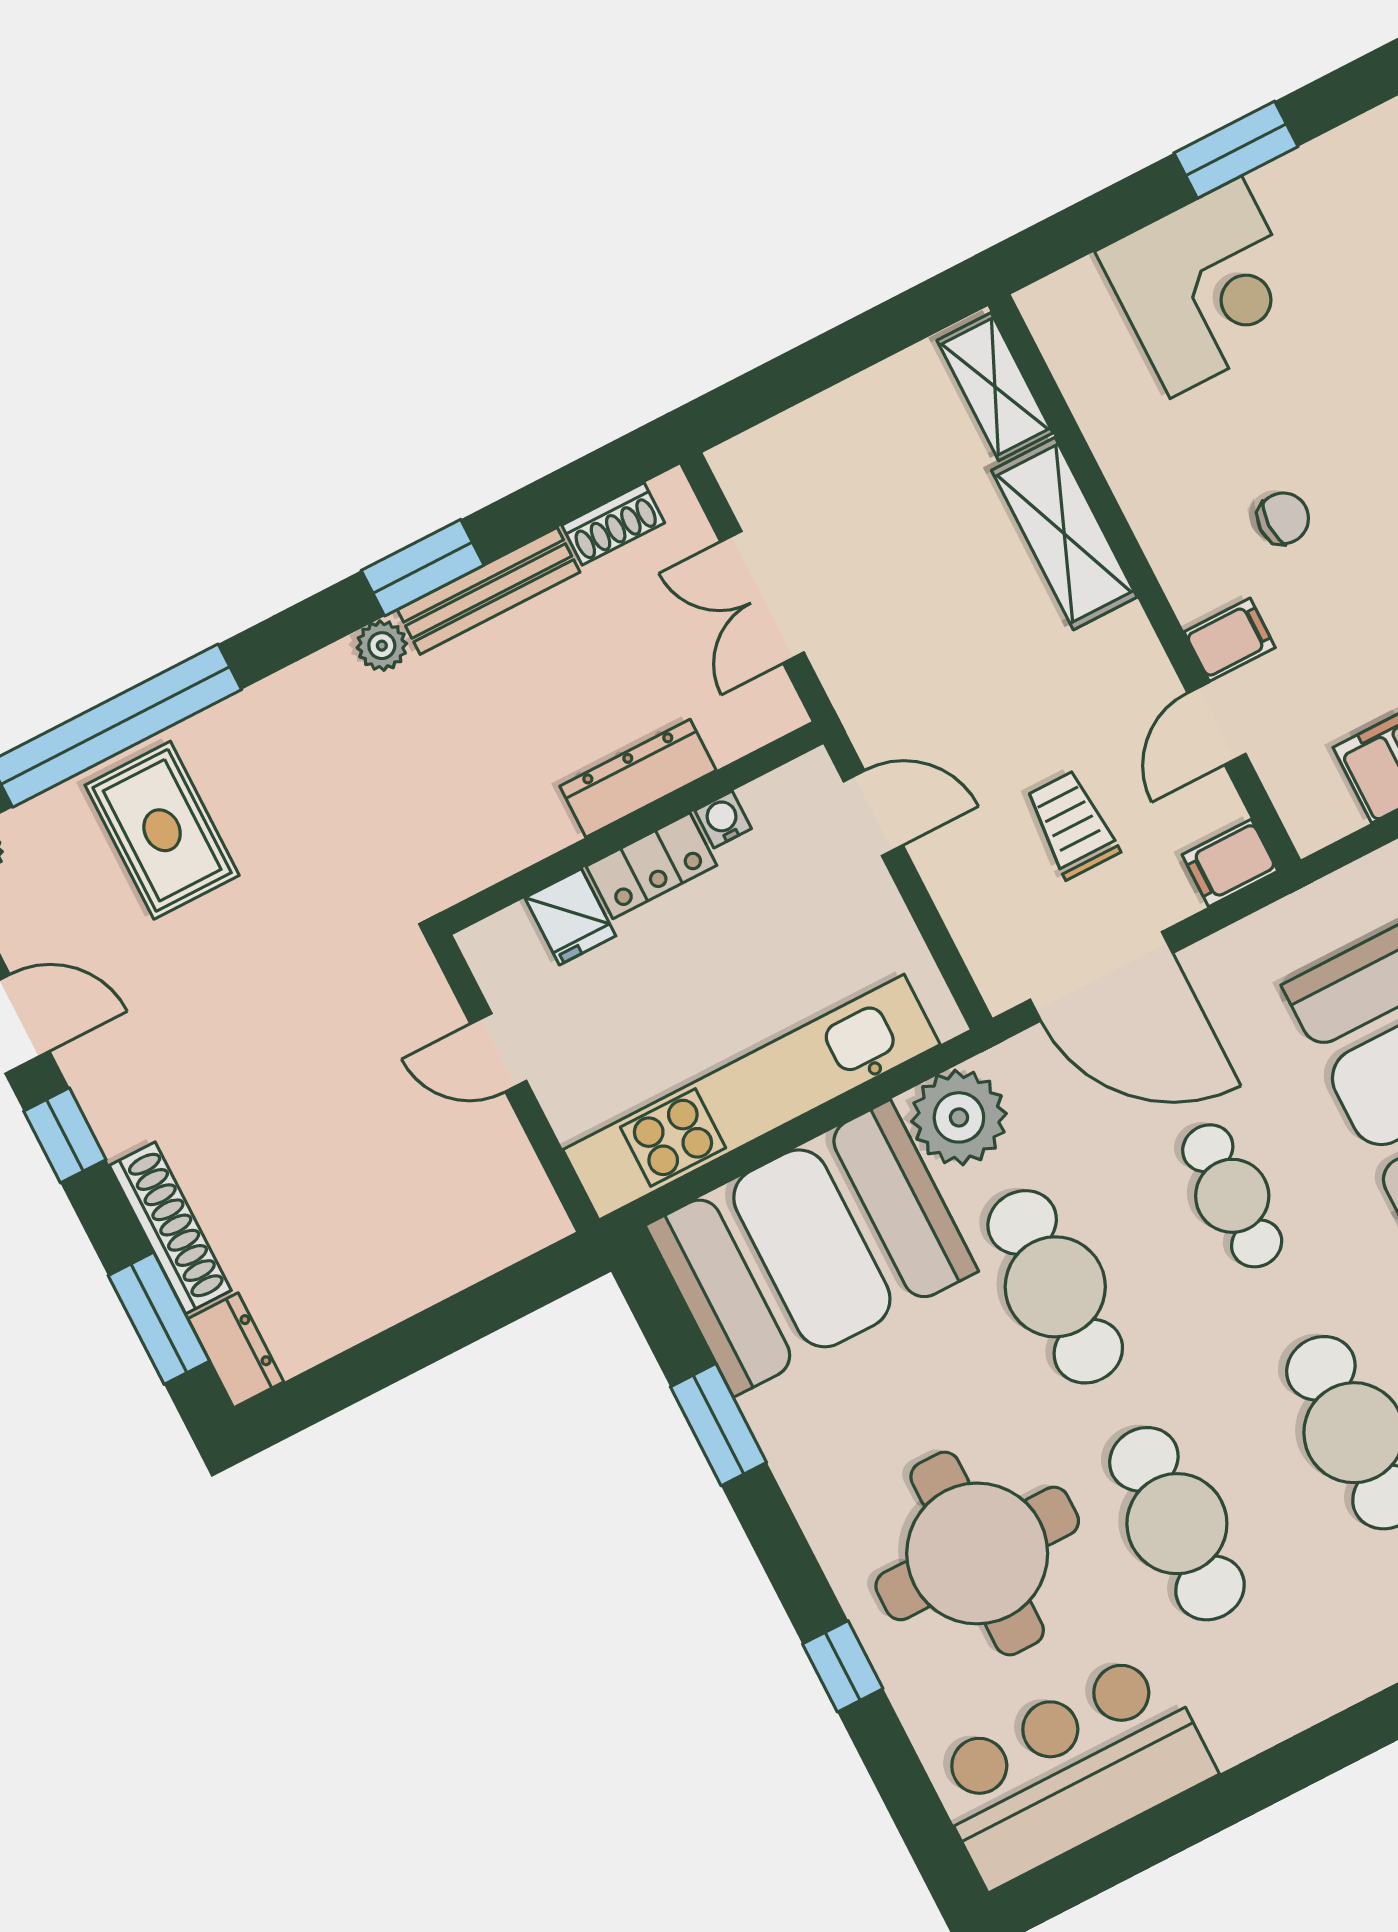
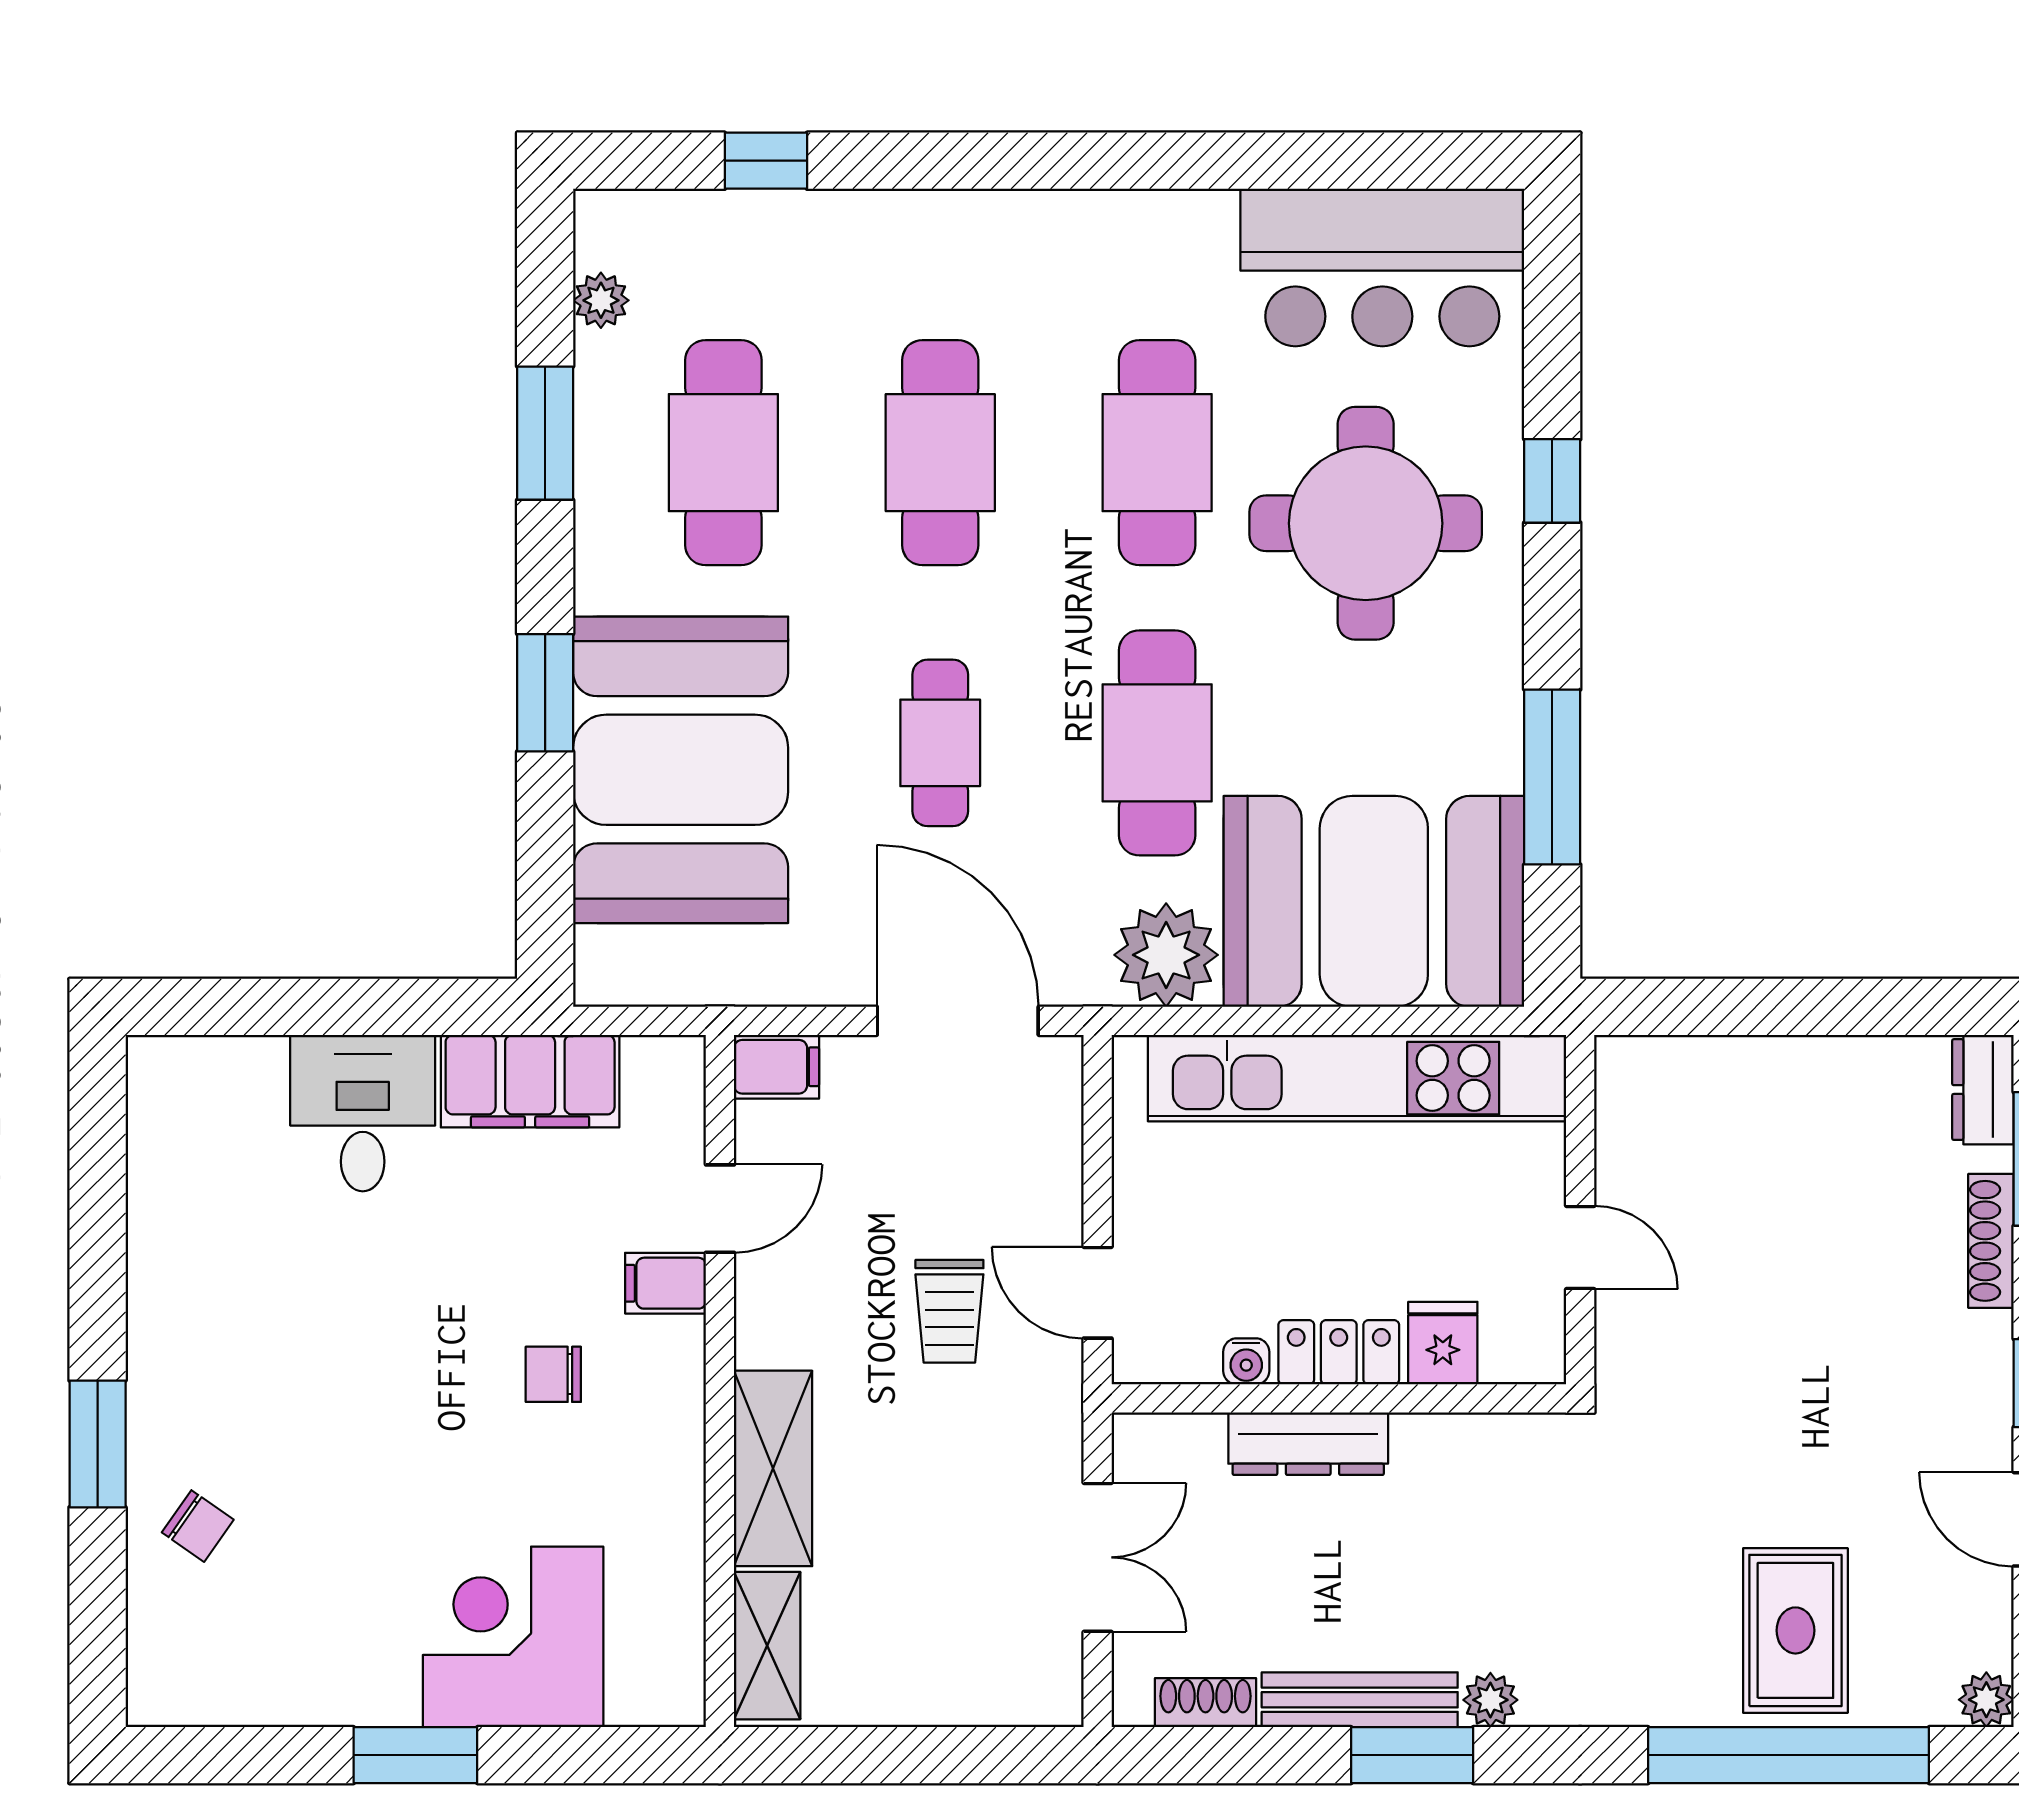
trolley: (1072, 825) -> (949, 1311), moved
shoe rack: (170, 1228) -> (1991, 1241), width x0.74, depth x0.81
window: (719, 1425) -> (1552, 777), width x1.44

